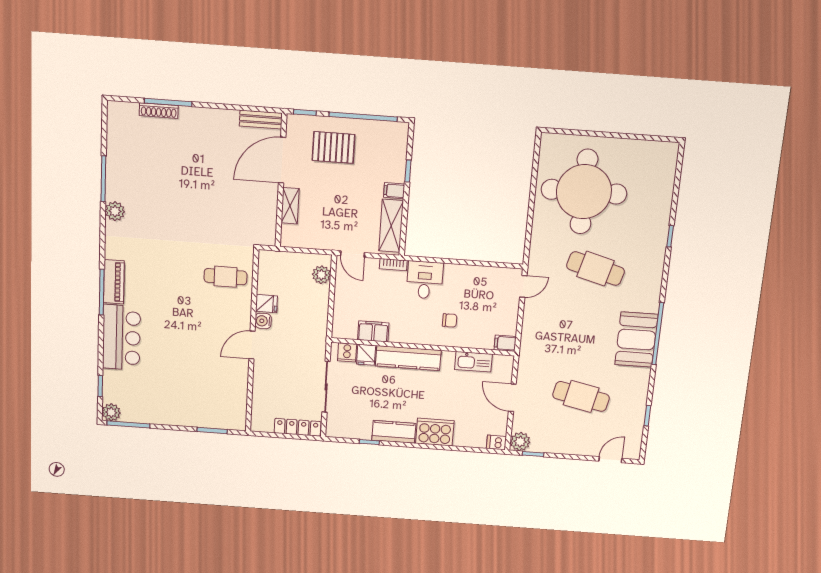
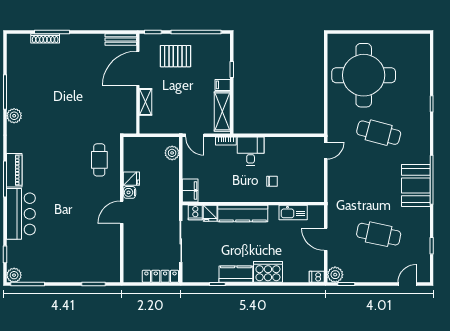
cafe table: (226, 277) -> (99, 160), turned 90
filing cabinet: (373, 331) -> (190, 190), moved, turned 90
filing cabinet: (505, 343) -> (316, 196), removed

